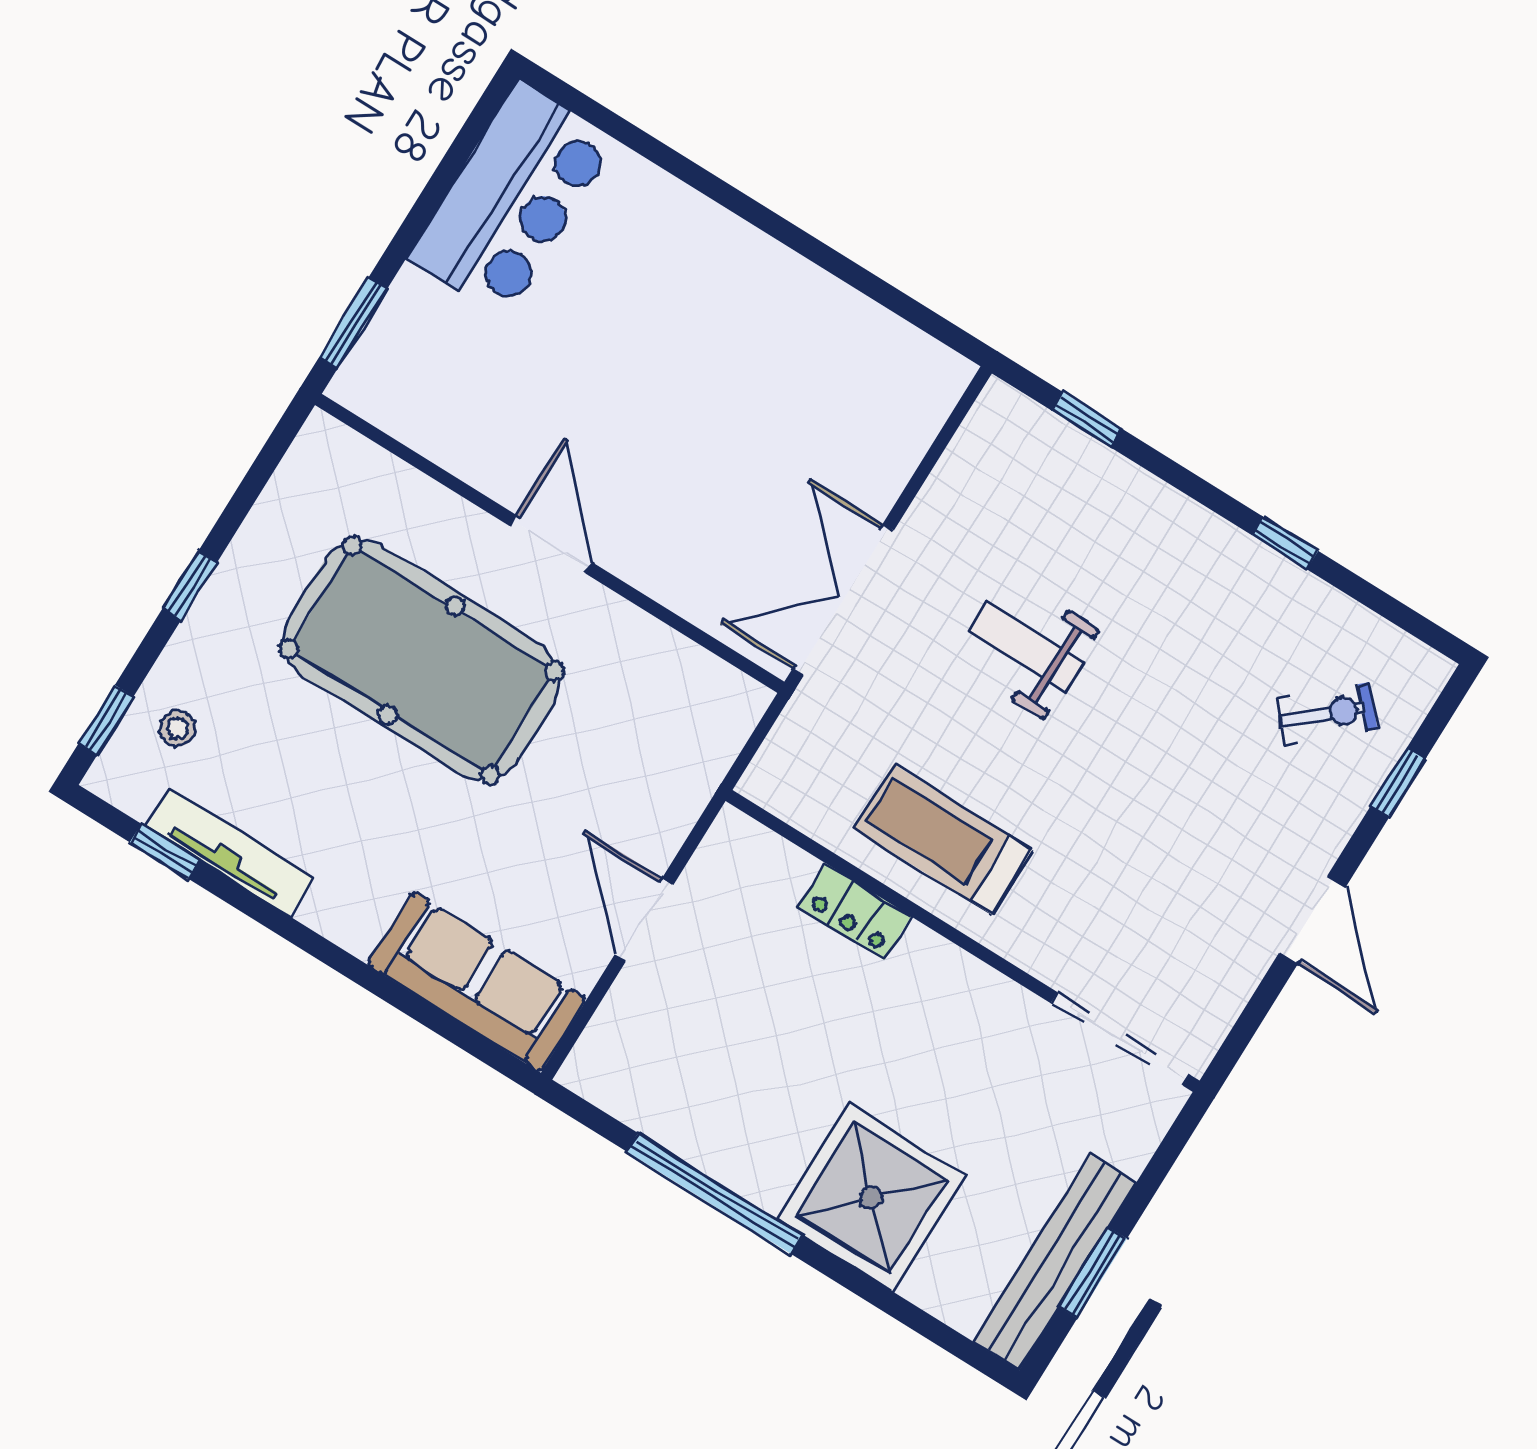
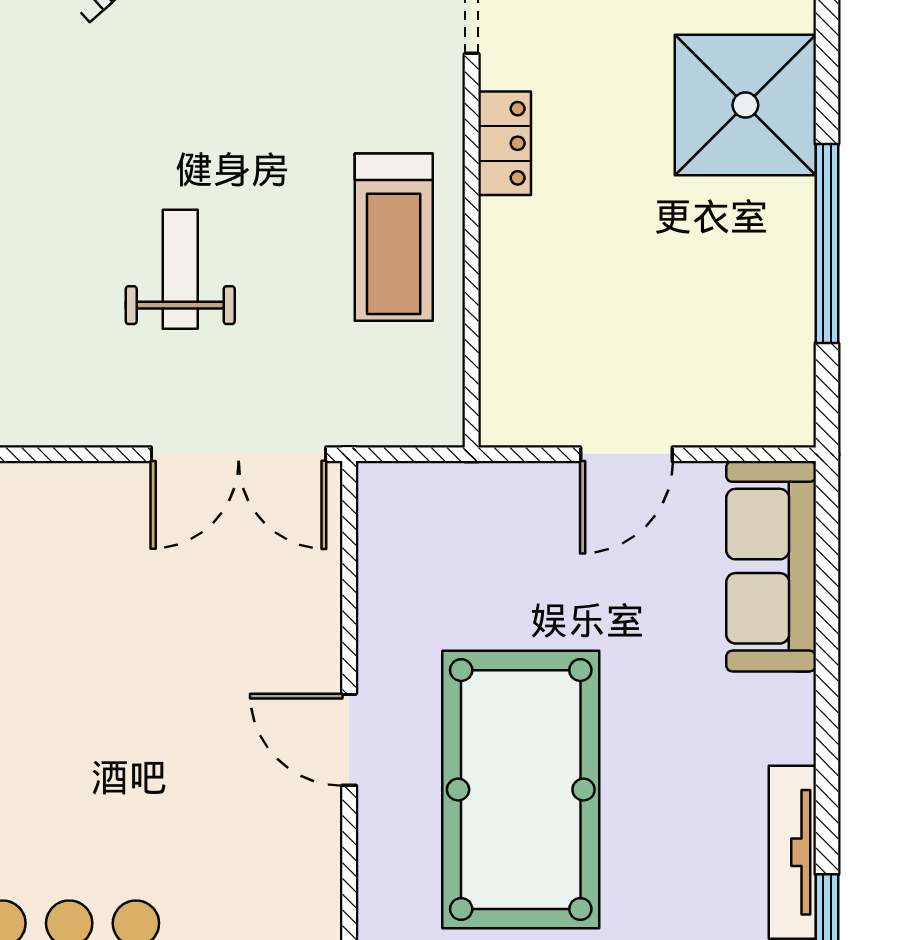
door: (551, 544) -> (349, 740), hinge flipped
weight bench: (1026, 646) -> (180, 269), turned 180
locker: (855, 911) -> (505, 143), moved

